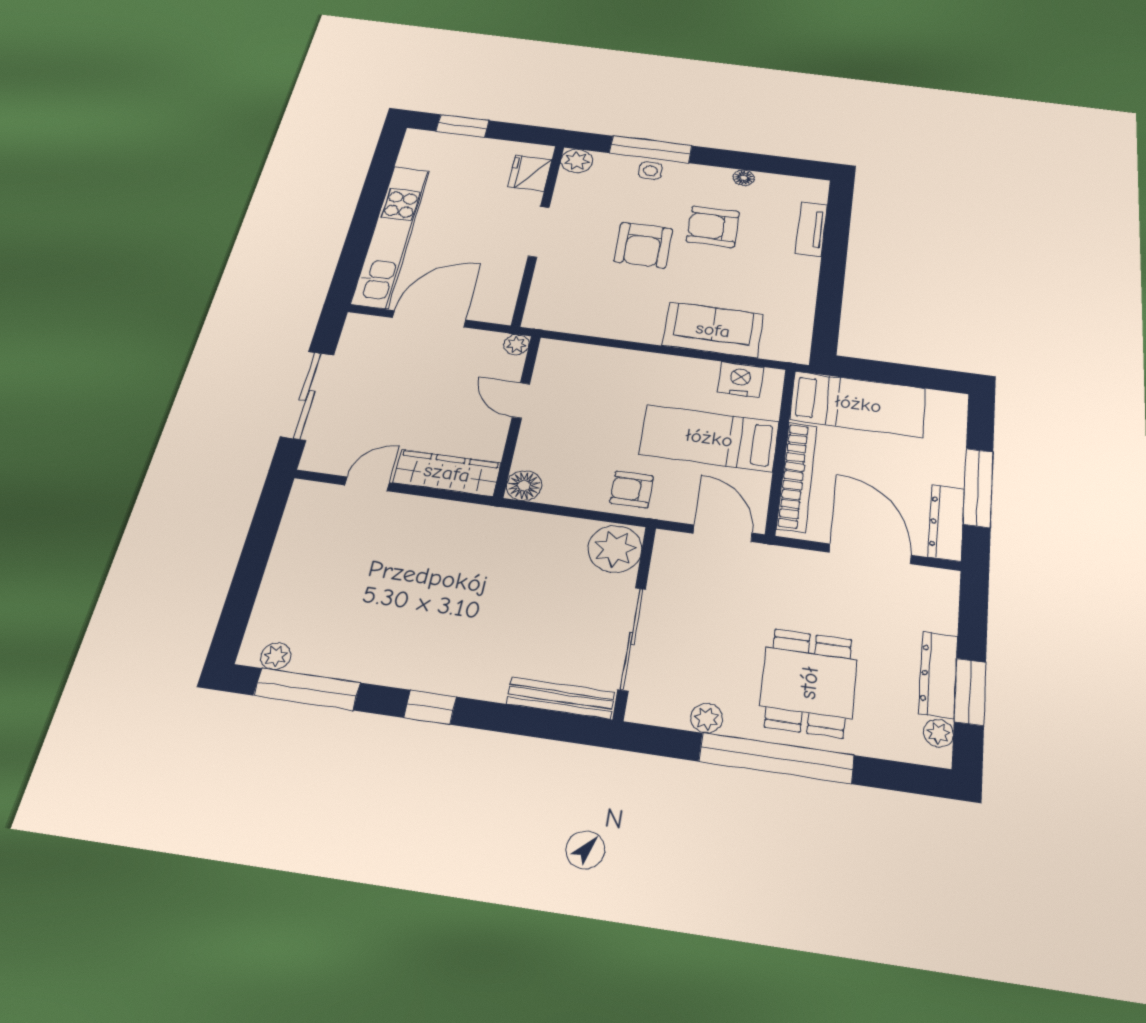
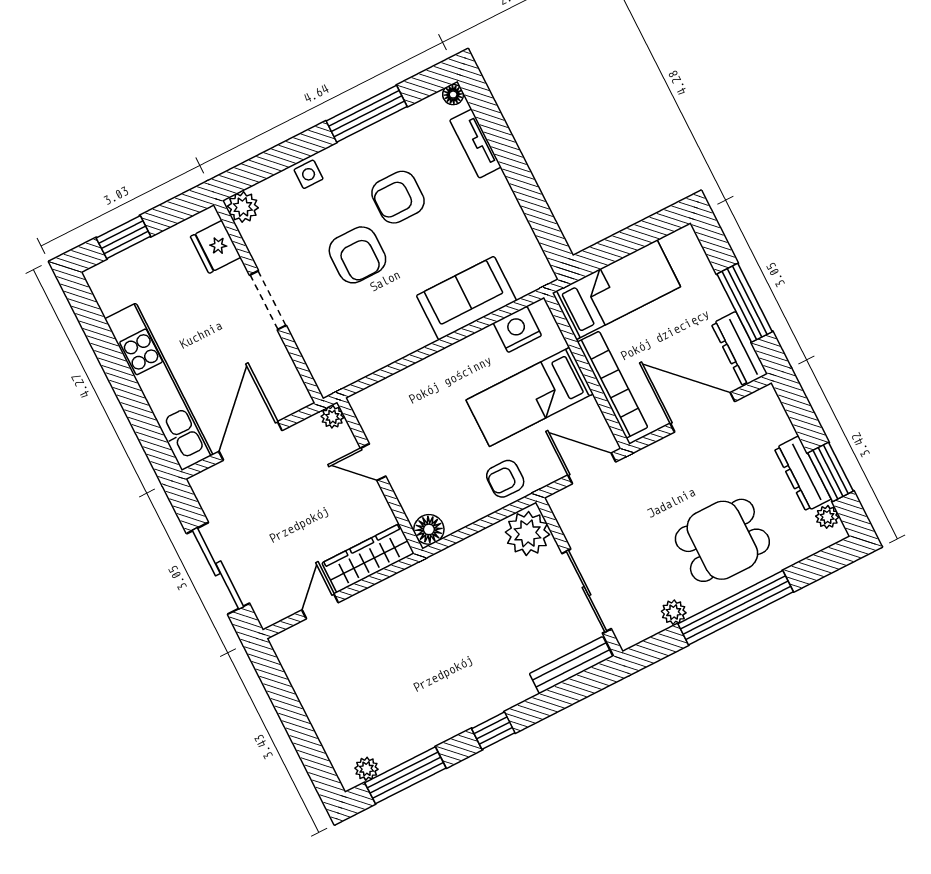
window: (651, 149) -> (367, 114), moved
floor lamp: (744, 178) -> (453, 95), moved
dining table: (809, 683) -> (722, 540), turned 90

